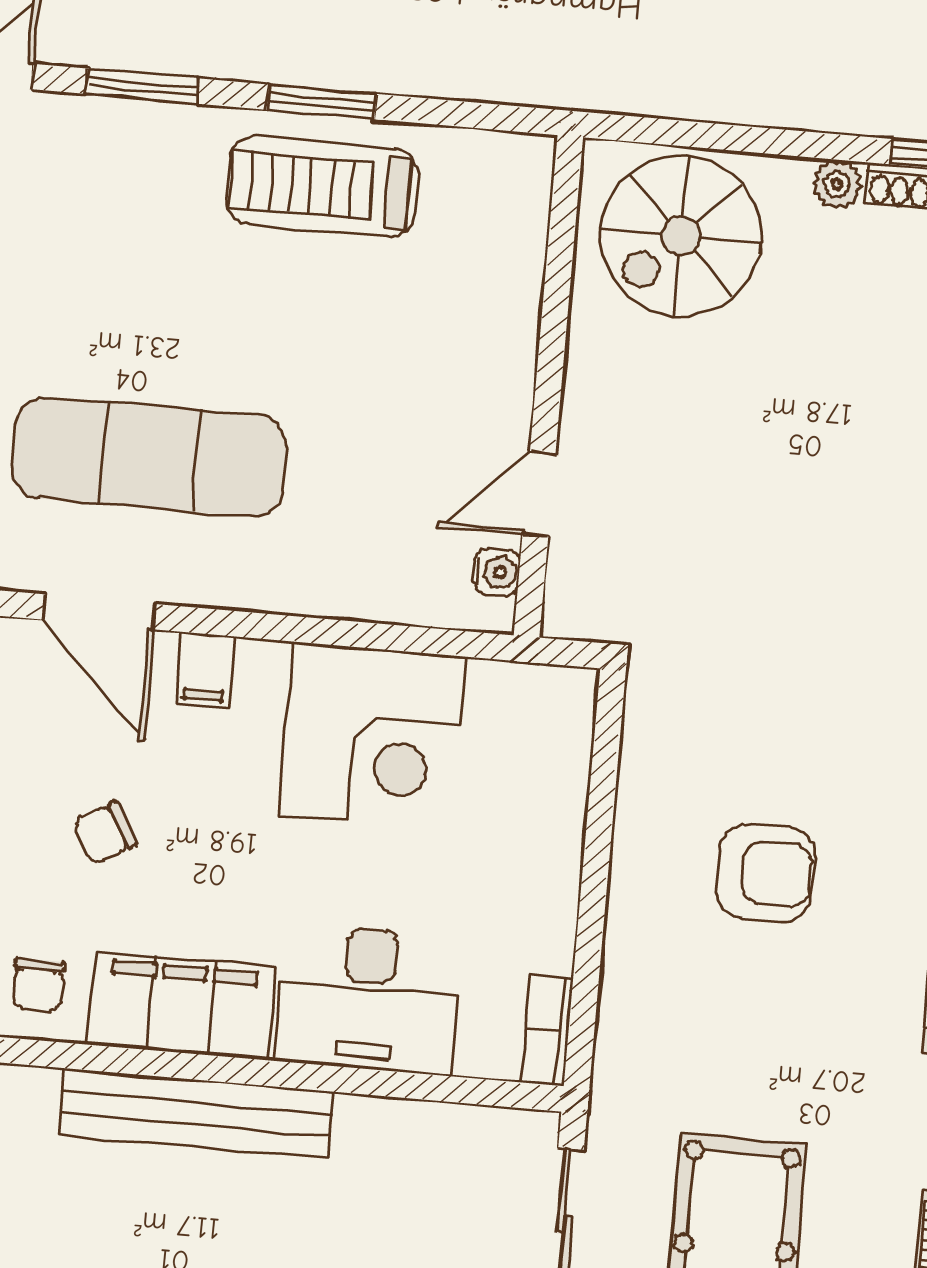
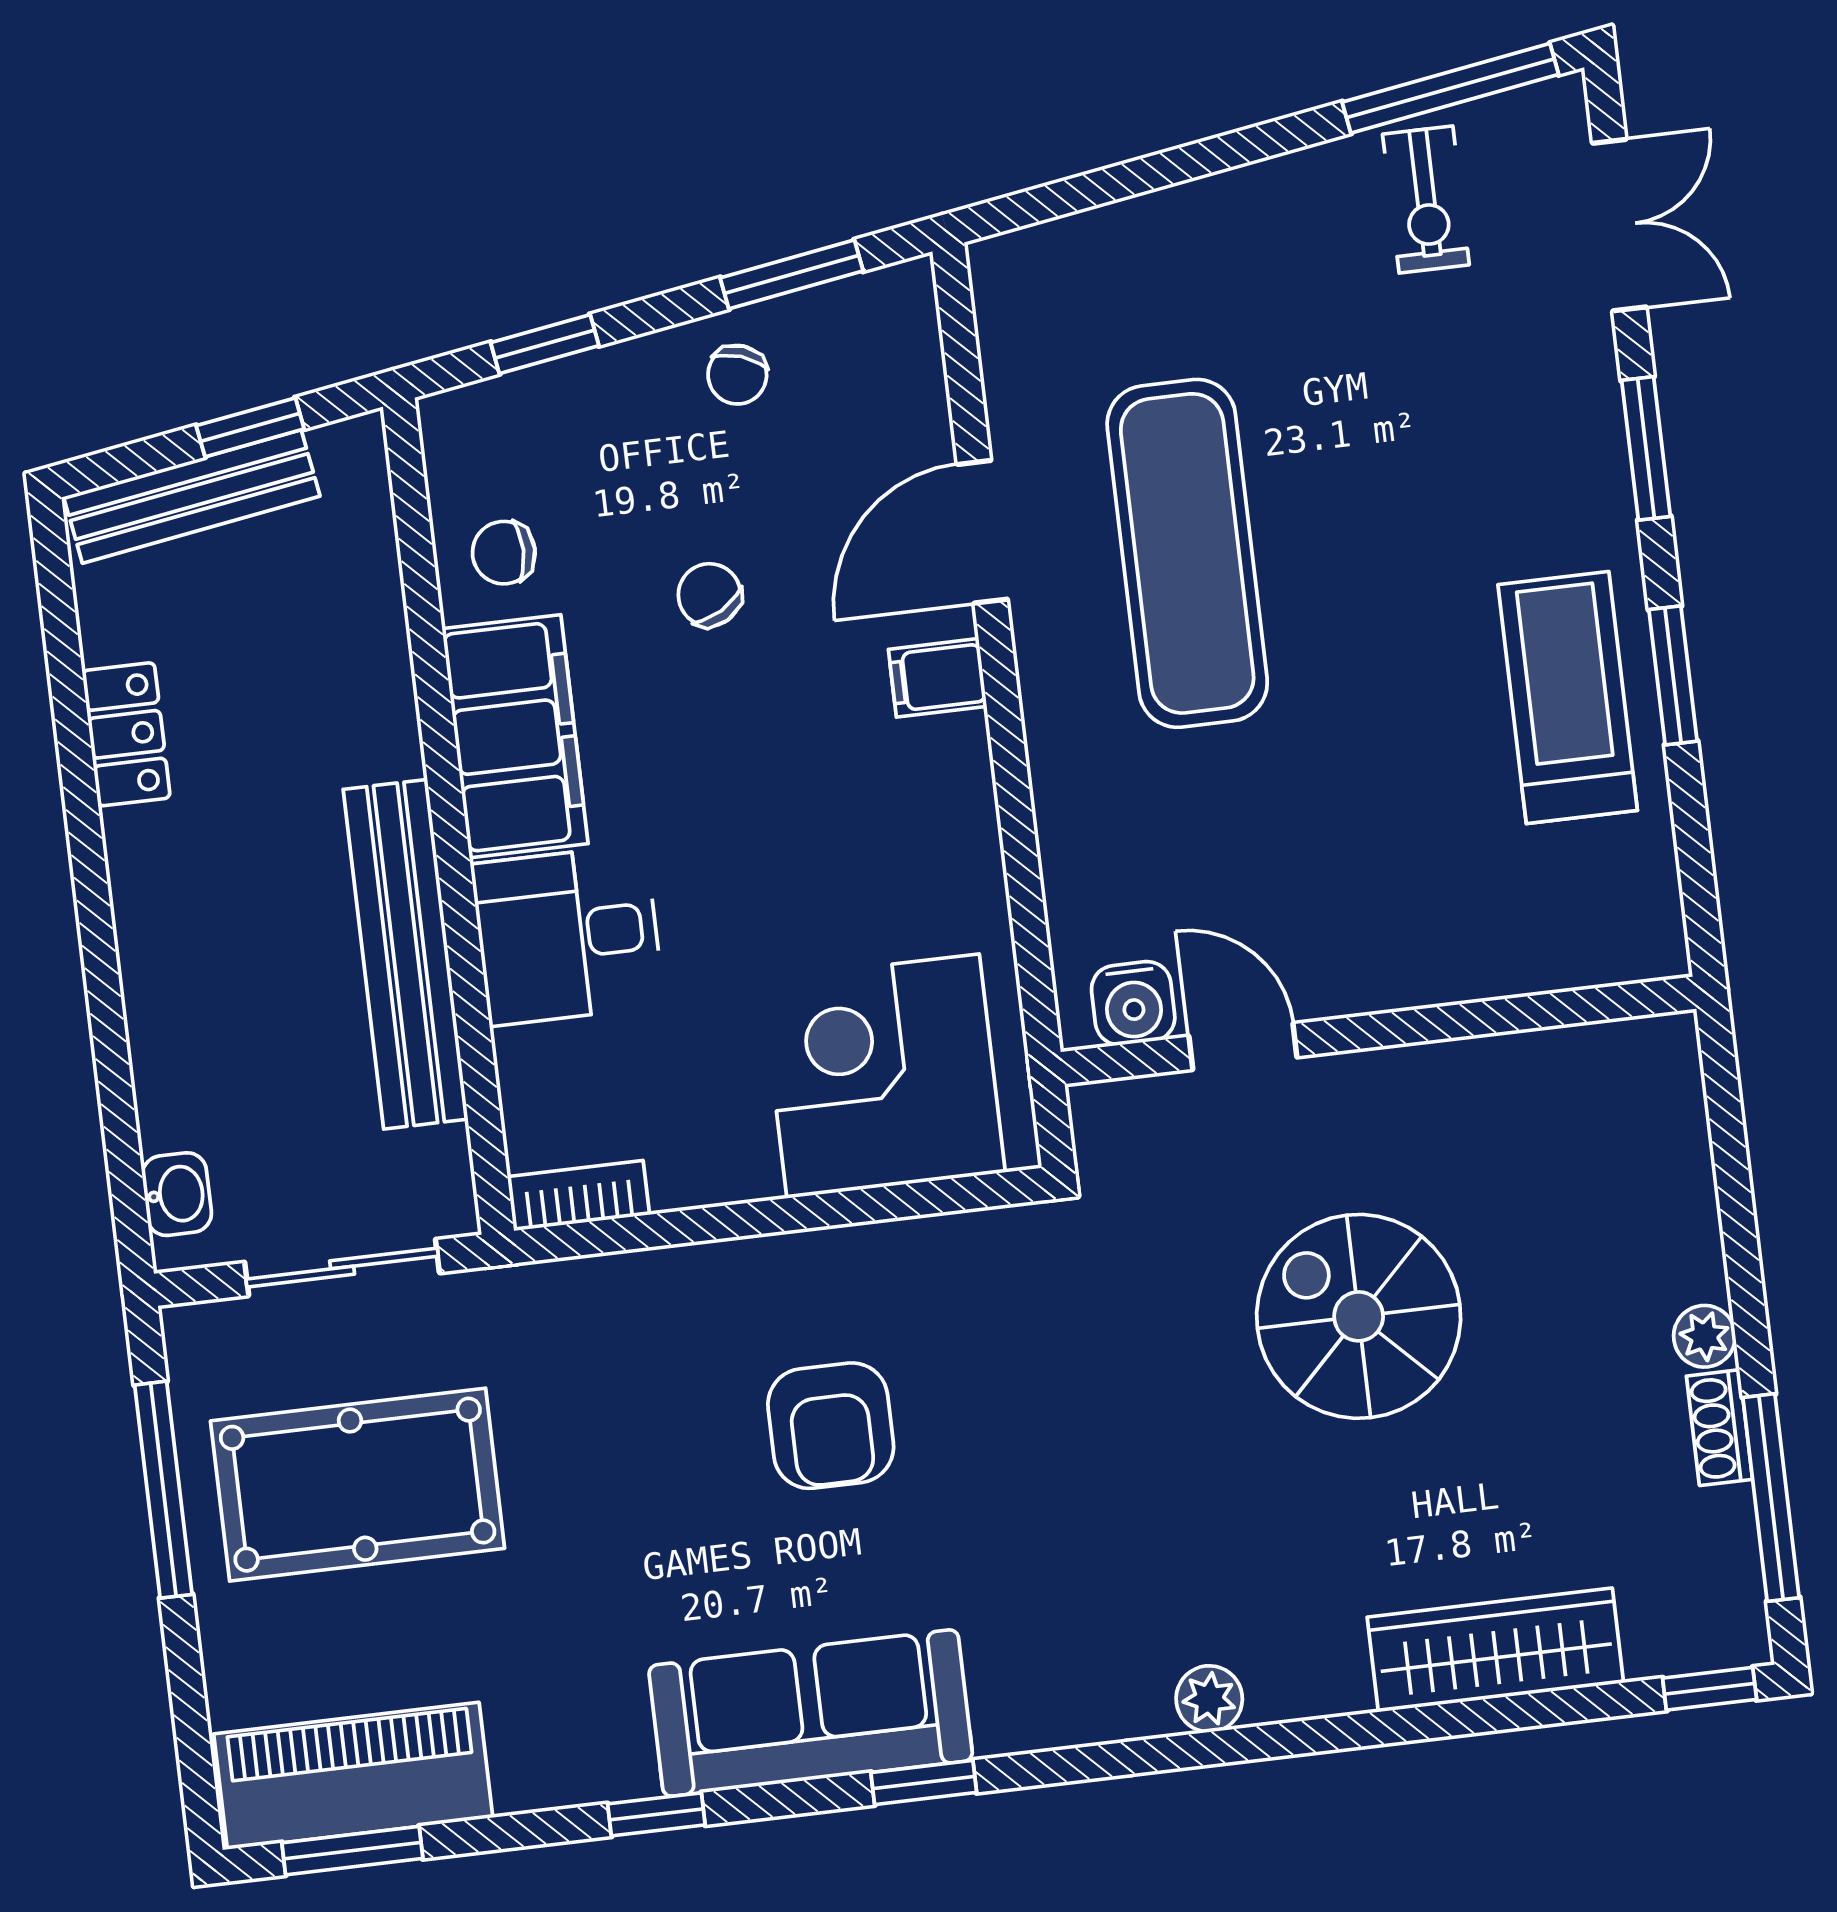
spiral stairs: (681, 236) -> (1359, 1316), moved
water cooler: (497, 572) -> (1133, 1003), width x1.38, depth x1.38
corner desk: (372, 736) -> (883, 1076), moved, turned 90
desk: (368, 999) -> (568, 935), width x0.73
bench: (196, 1113) -> (406, 954), moved

